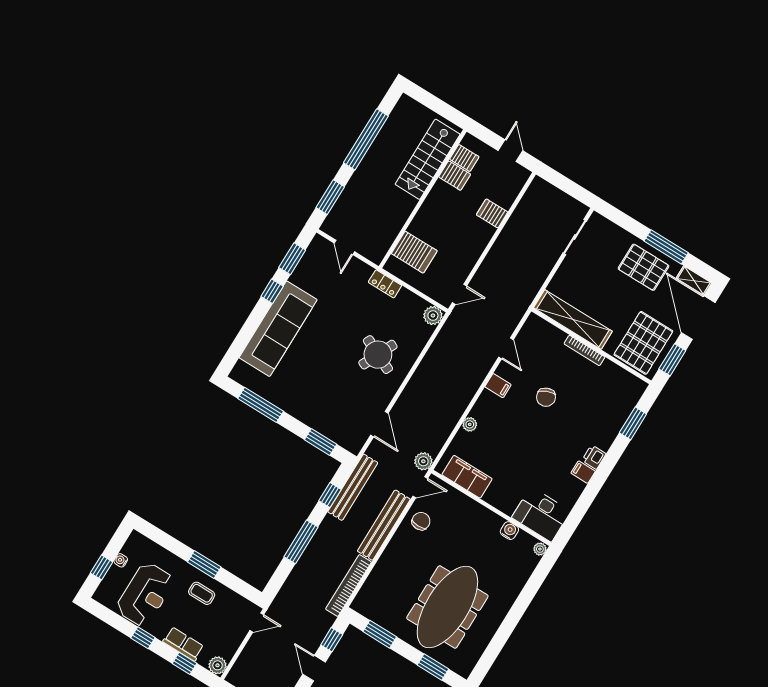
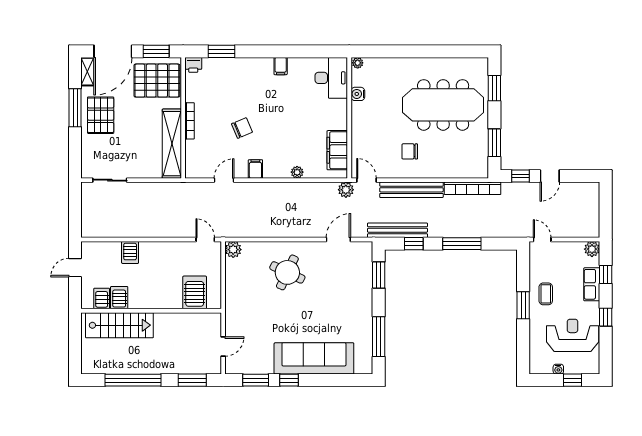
locker: (385, 284) -> (232, 300), removed
printer: (594, 457) -> (193, 65), moved
chair: (421, 521) -> (410, 151), moved

